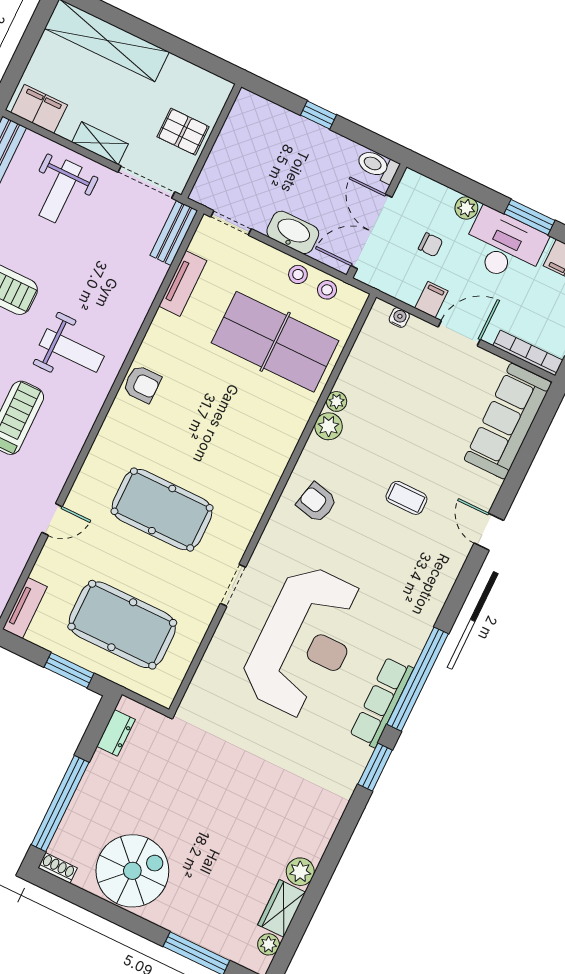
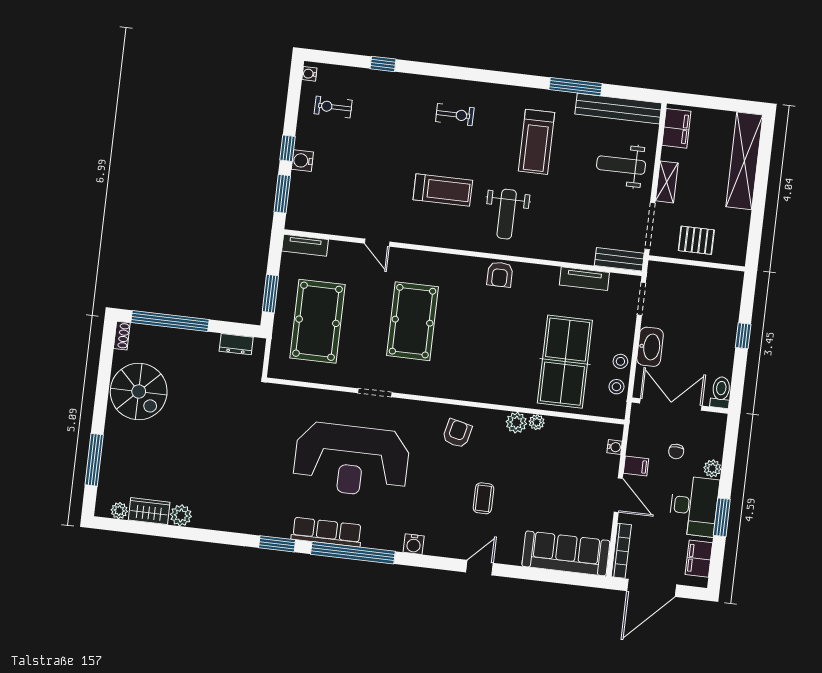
pallet: (183, 132) -> (696, 240), turned 90
water cooler: (433, 602) -> (414, 544), added

